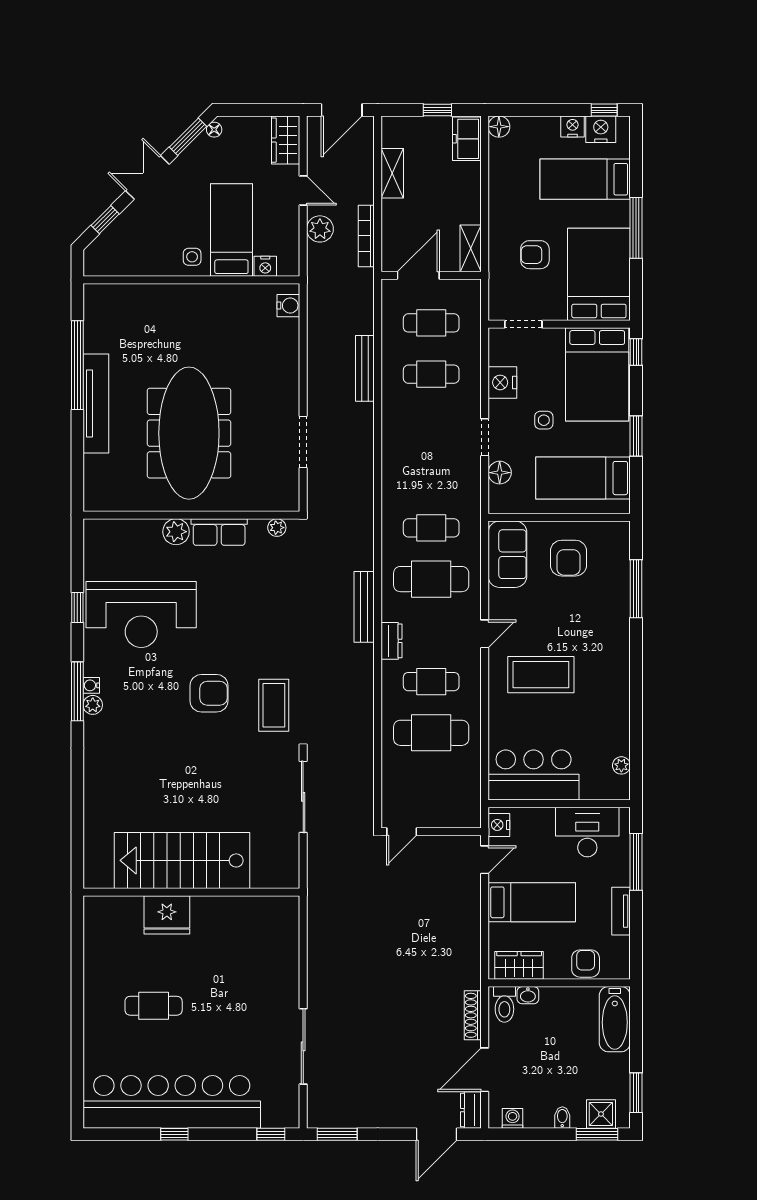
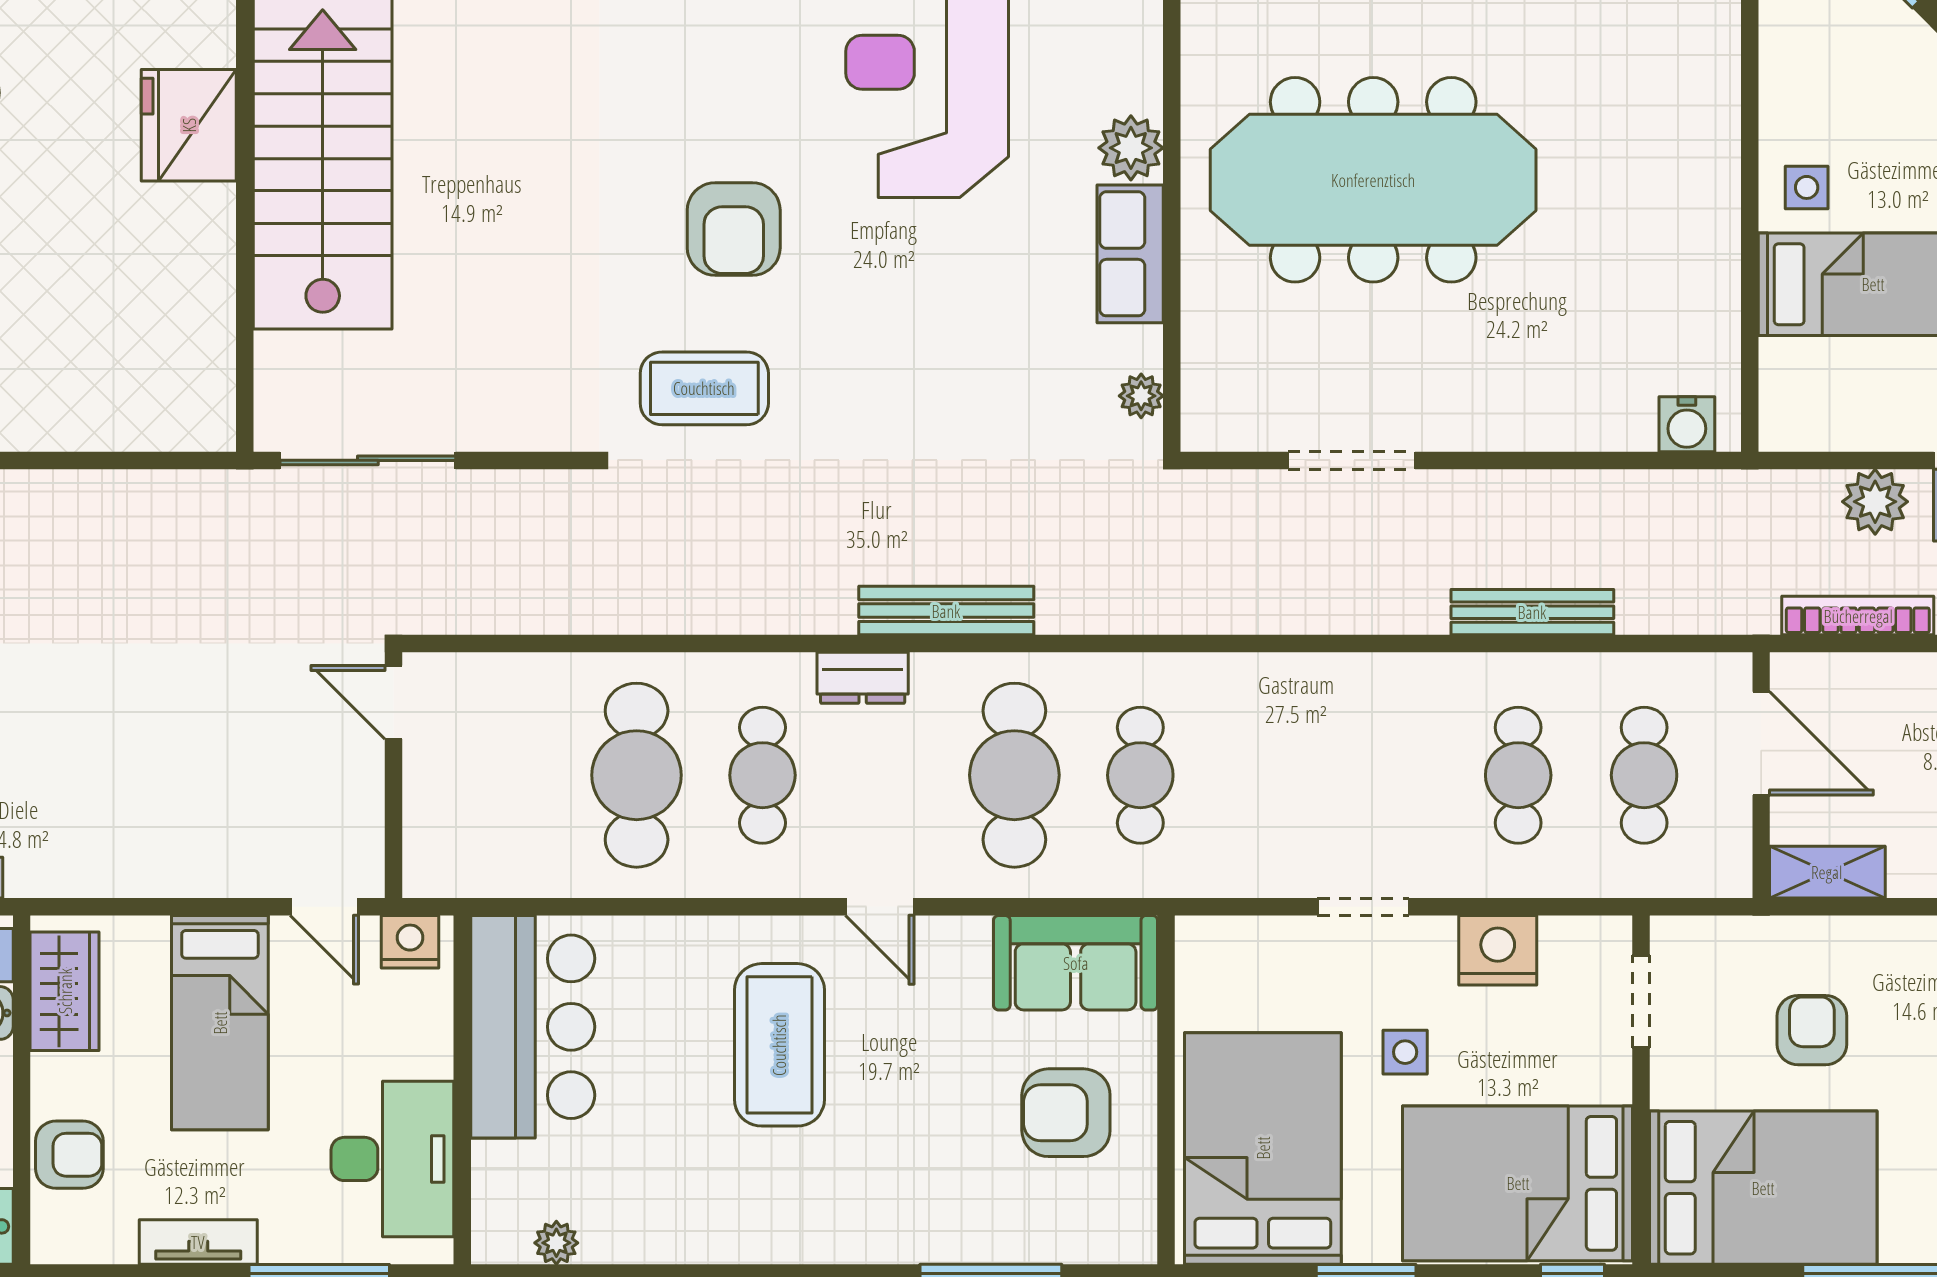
nightstand: (265, 266) -> (1783, 367), removed
floor lamp: (500, 473) -> (1276, 944), removed
bed: (583, 478) -> (1263, 1148), width x1.50
sliding door: (303, 797) -> (368, 460), moved

